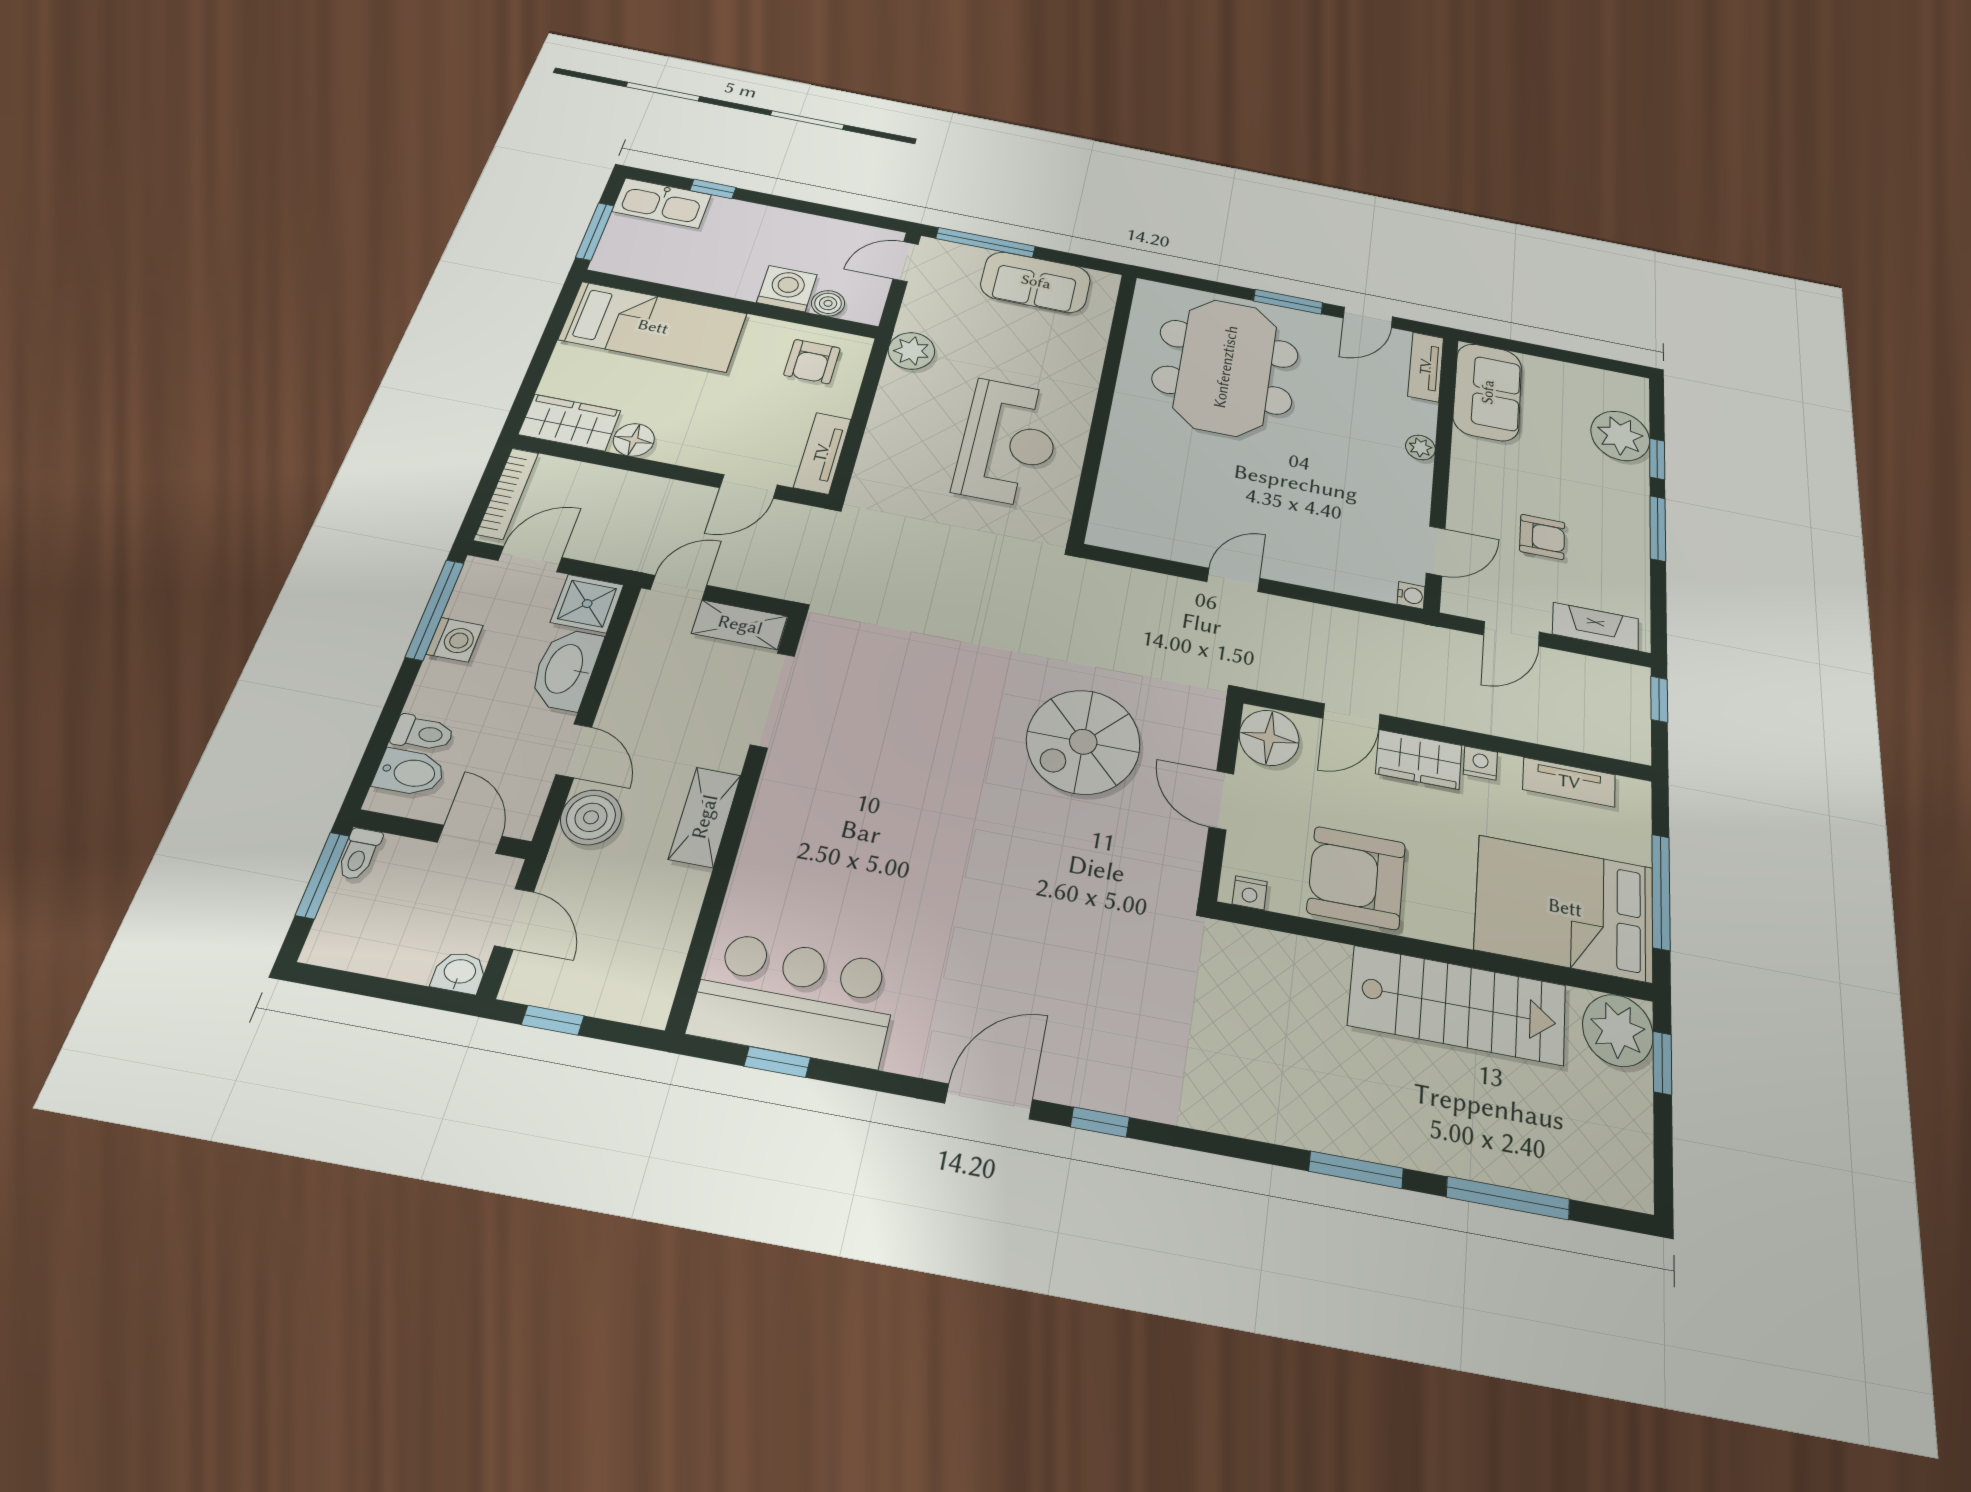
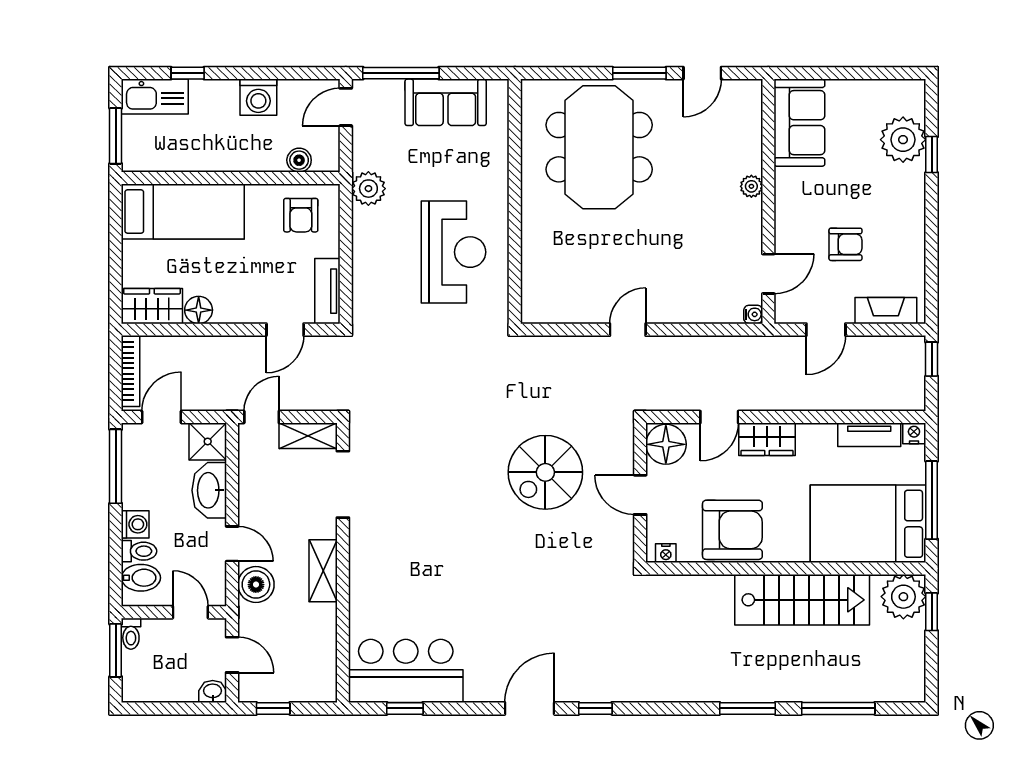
washing machine: (787, 289) -> (258, 97), moved, turned 180
tv unit: (1426, 367) -> (751, 110), removed
window: (1658, 528) -> (932, 217), removed
washing machine: (455, 640) -> (135, 524), moved
nightstand: (1480, 763) -> (914, 433), moved
armchair: (1356, 878) -> (732, 530), turned 180

